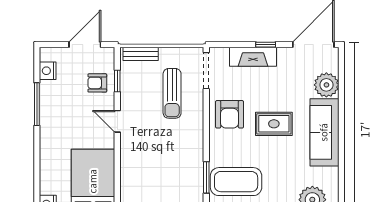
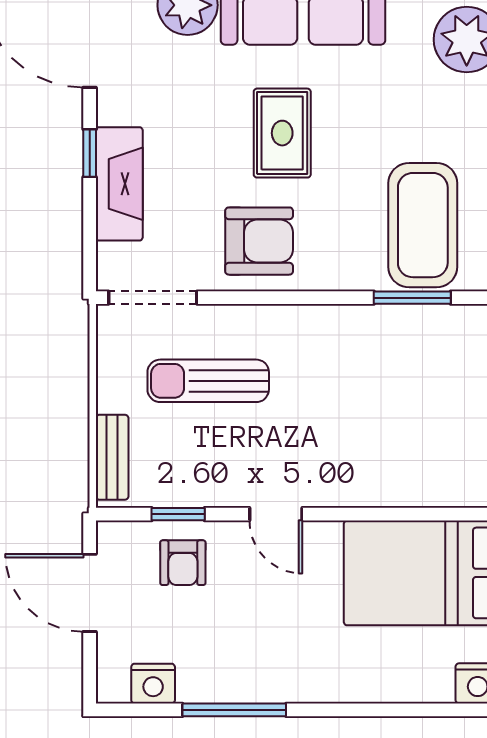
sun lounger: (172, 93) -> (208, 381), turned 180
door: (117, 121) -> (276, 514), hinge flipped

